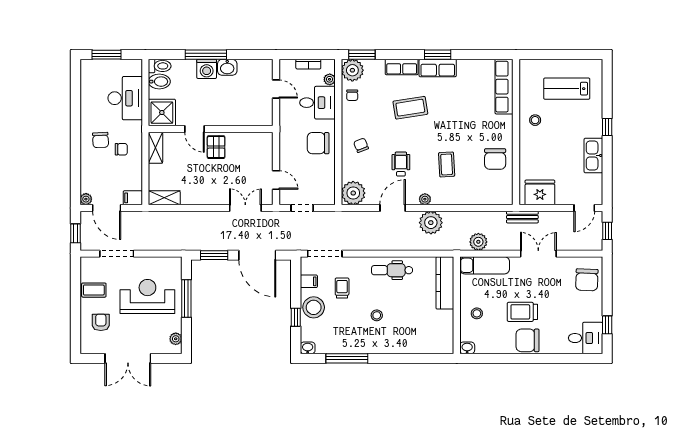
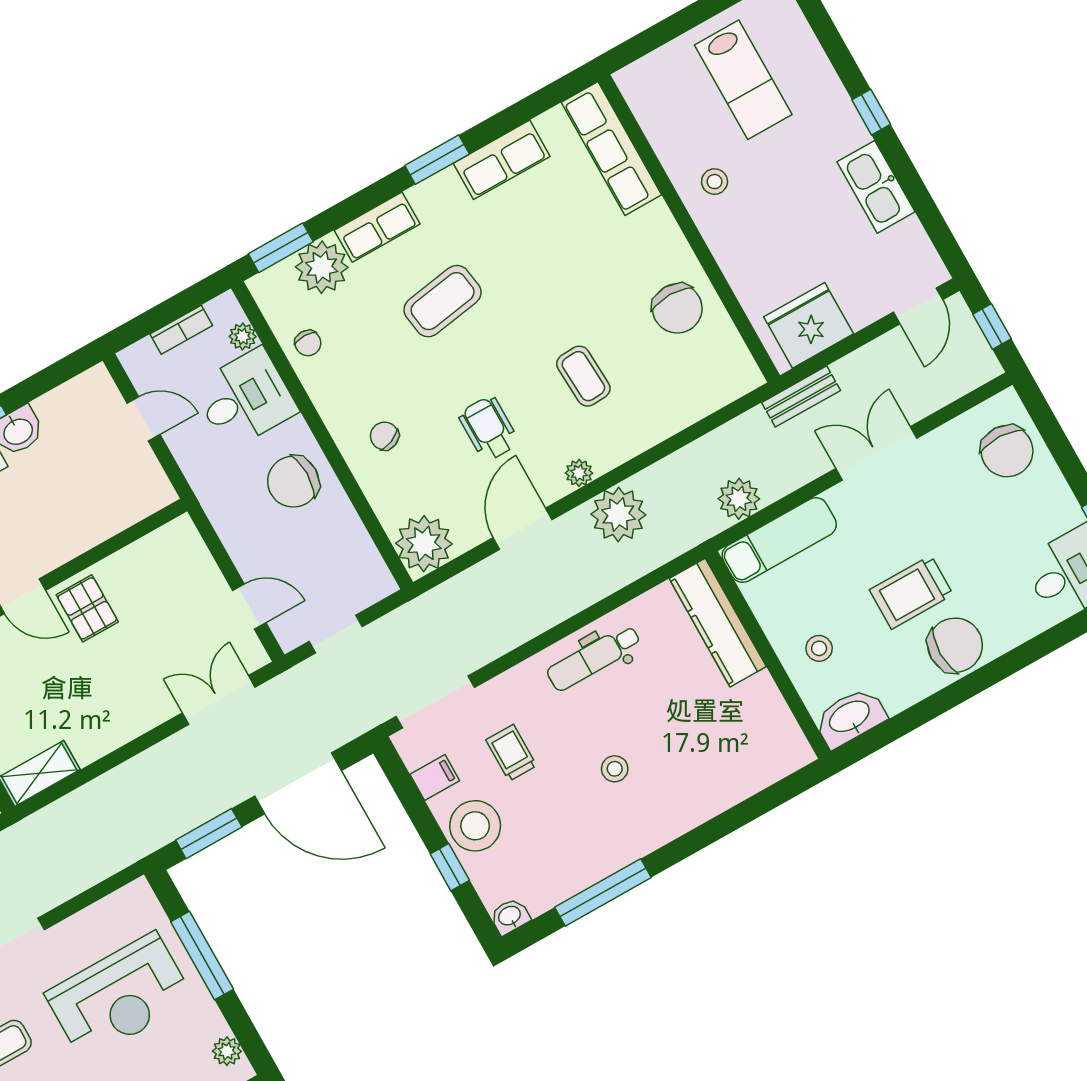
row of seats: (438, 68) -> (502, 160), moved
plant: (352, 70) -> (322, 267), moved
lab bench: (567, 89) -> (743, 80), turned -90
reception desk: (147, 296) -> (119, 997), turned 180
chair: (528, 340) -> (955, 645), turned 180
washbasin: (467, 348) -> (850, 717), width x1.91, depth x1.45

